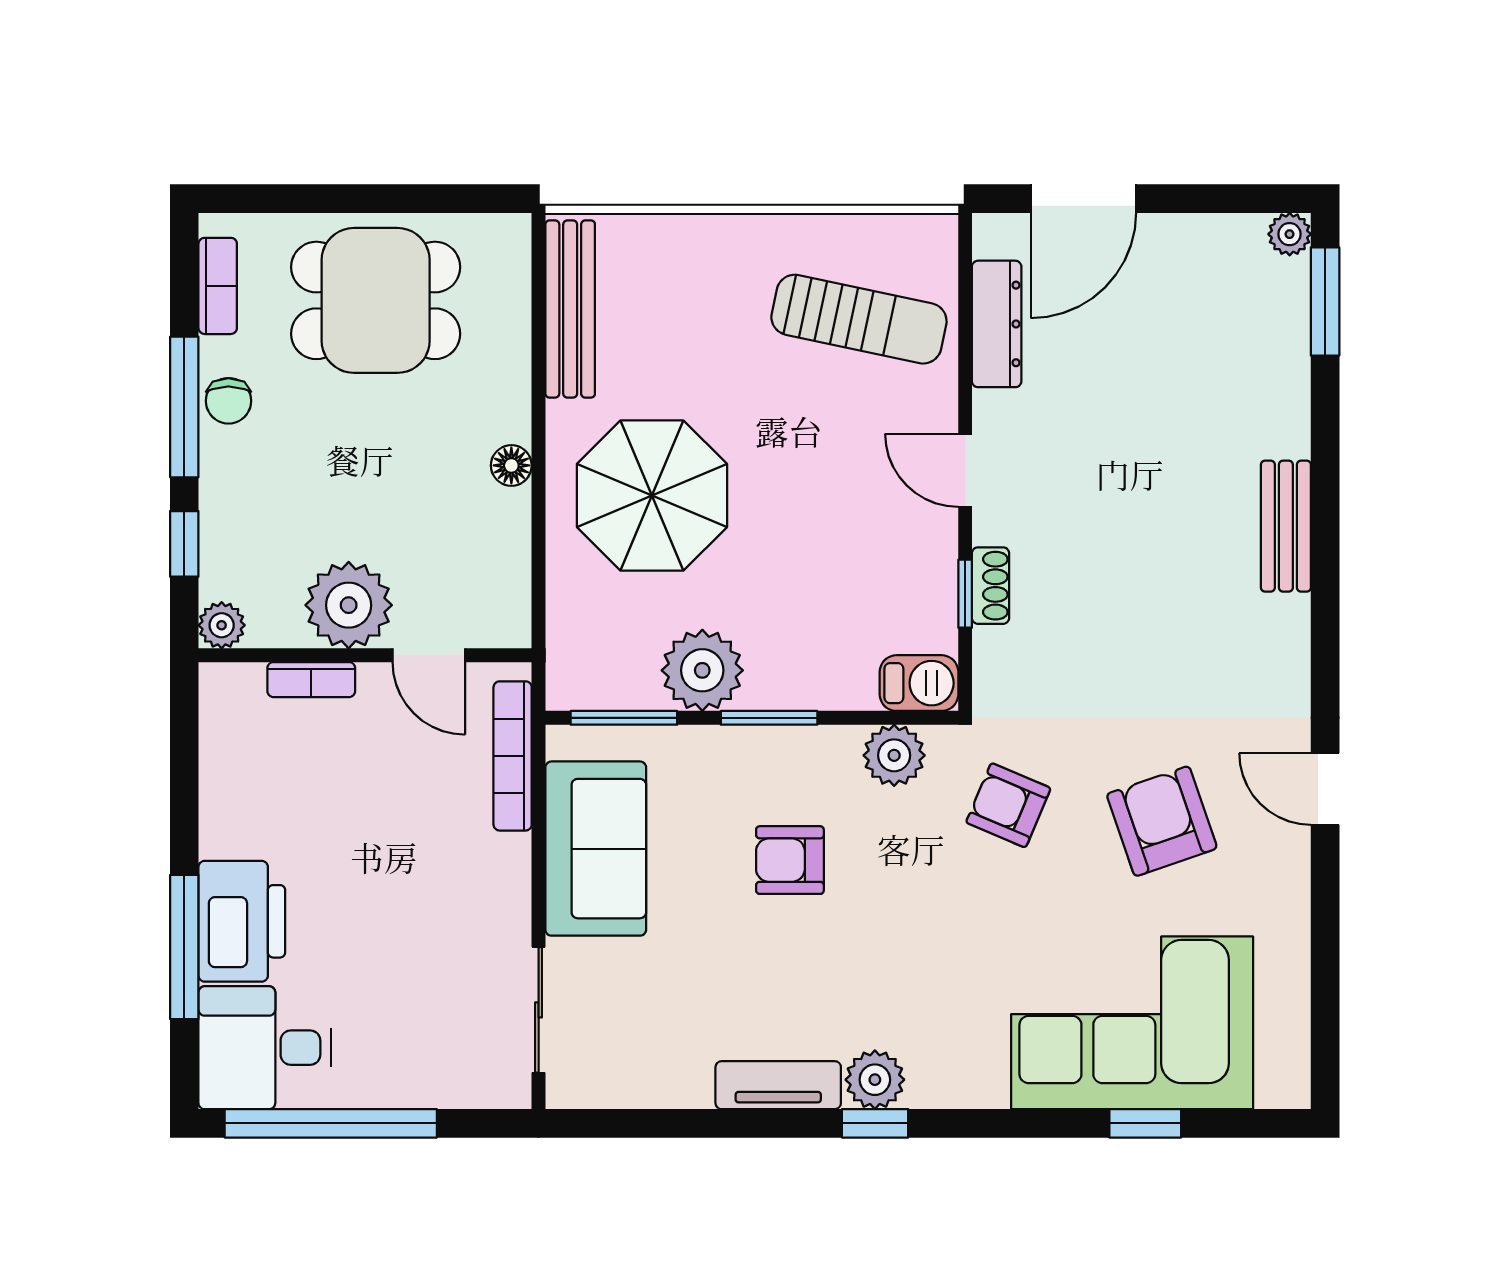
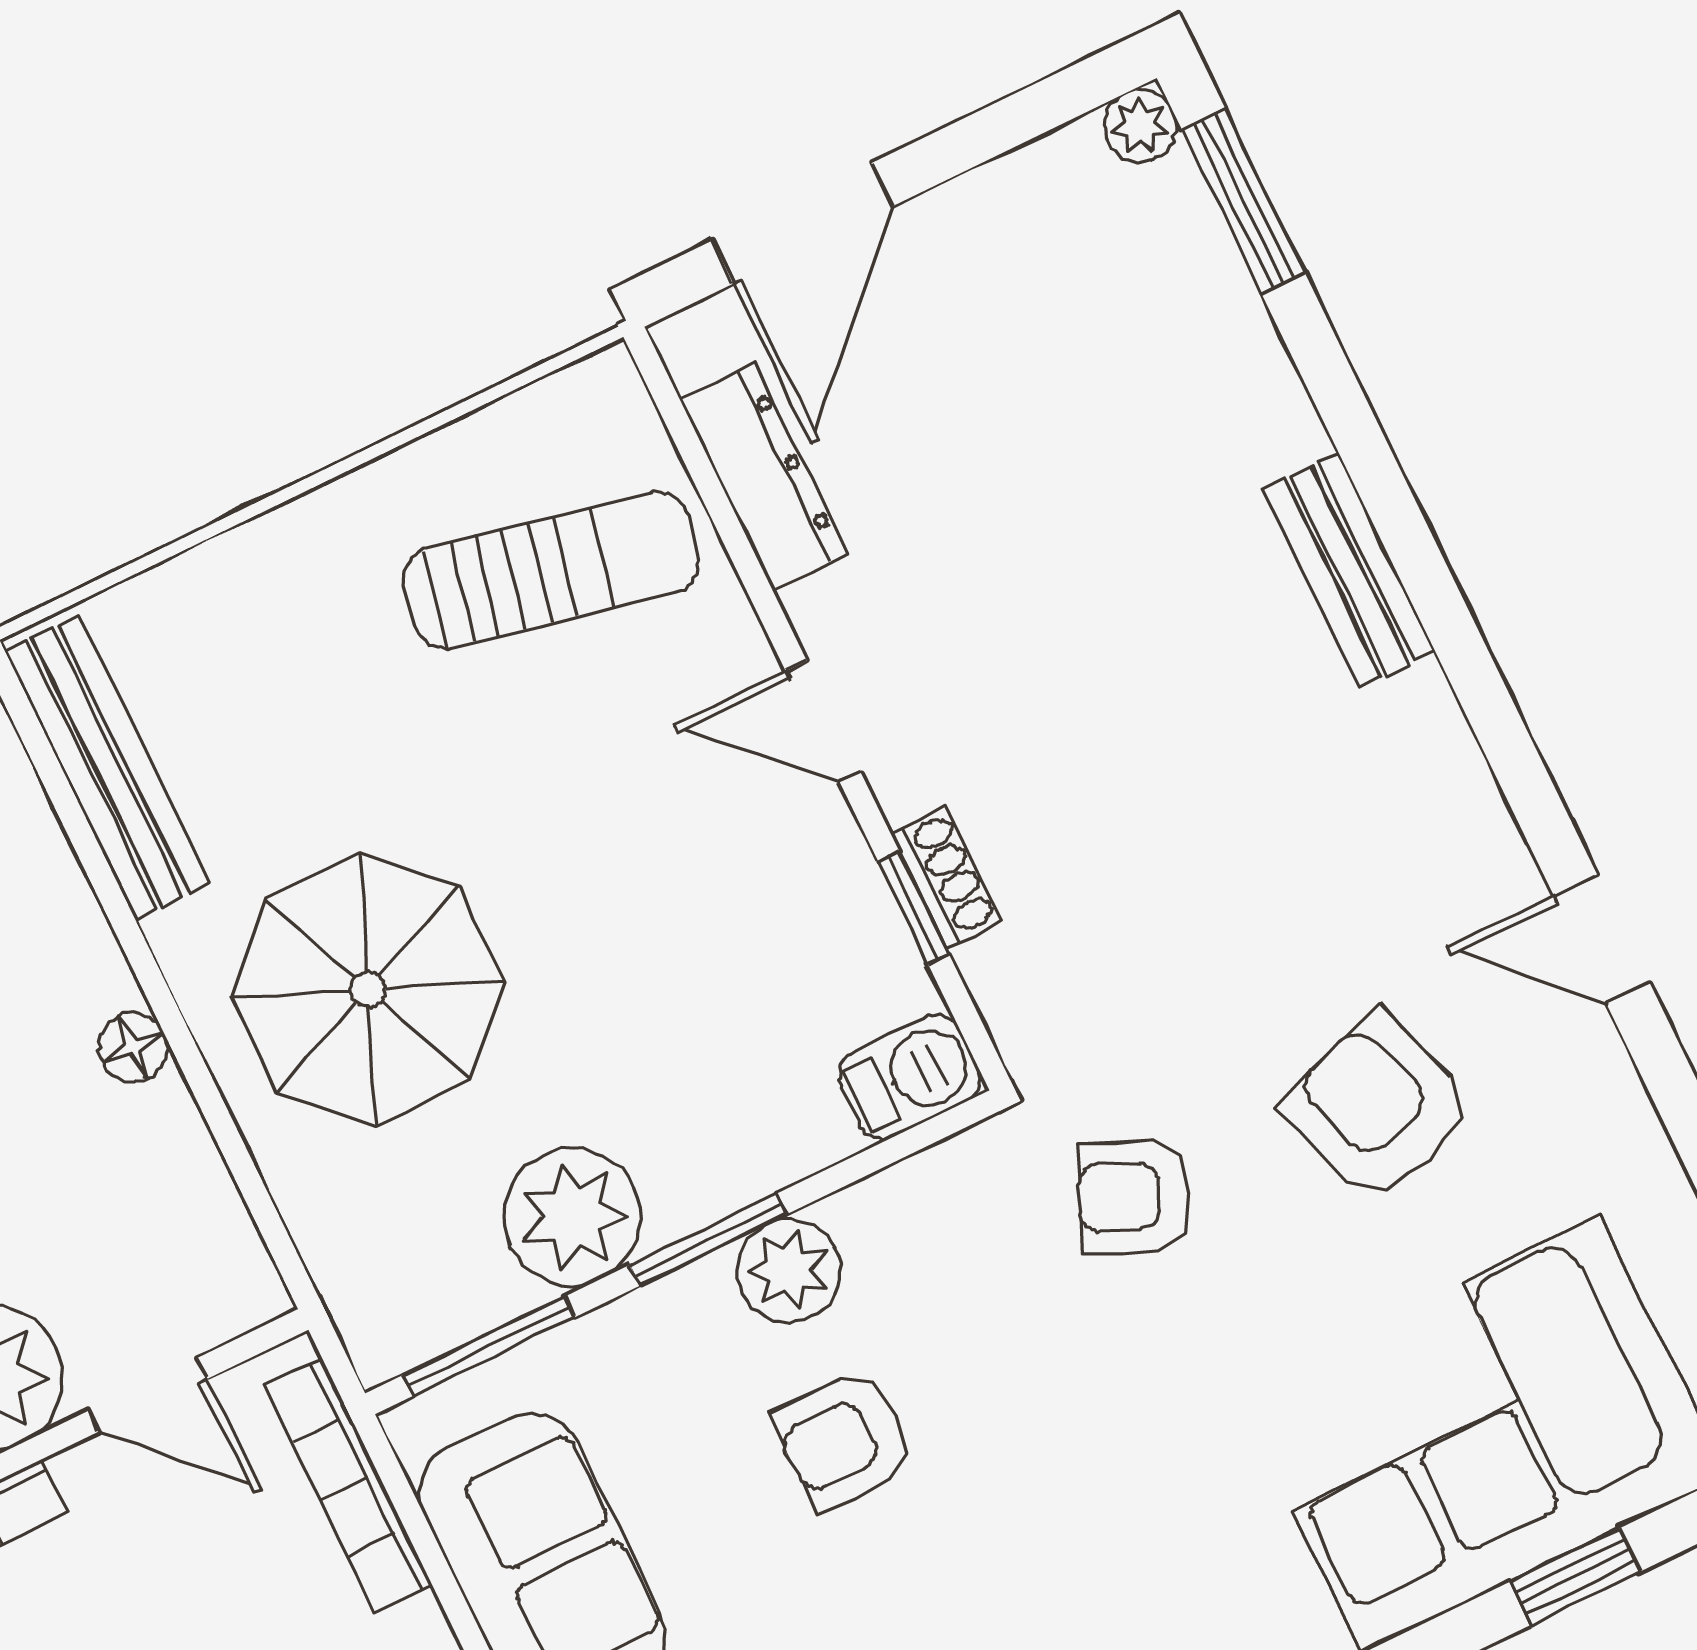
plant: (894, 755) -> (789, 1271), moved

